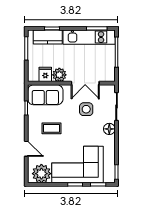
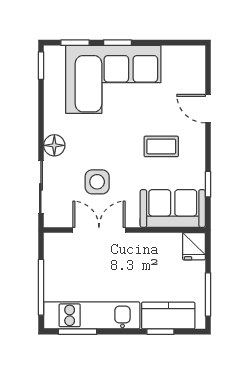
fridge: (45, 74) -> (194, 246), moved
plant: (59, 75) -> (147, 246), removed
plant: (41, 174) -> (180, 63), removed

